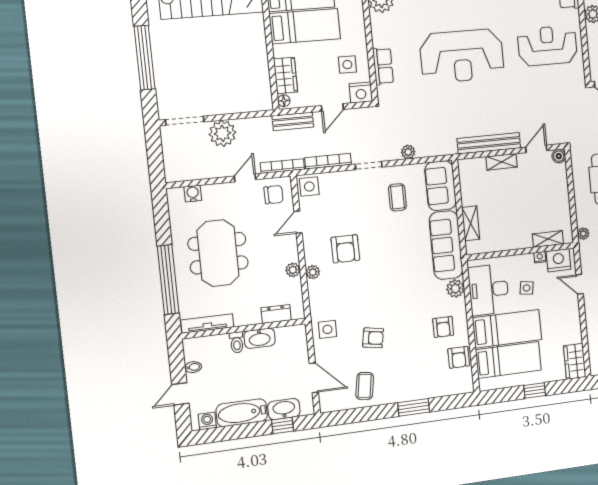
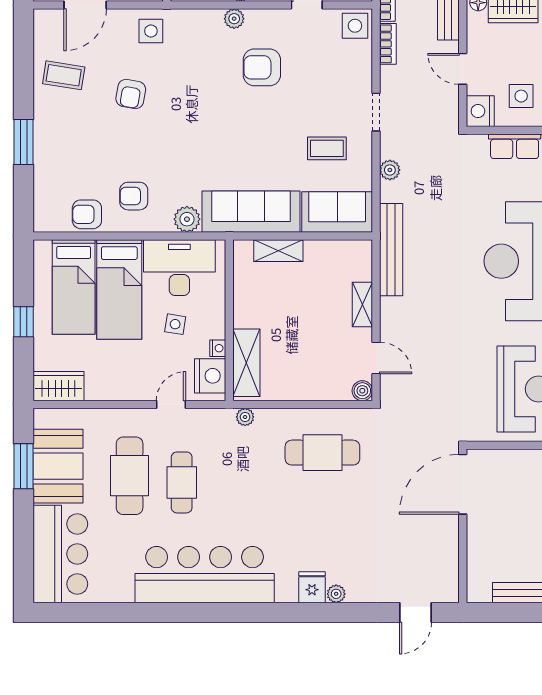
bench: (489, 143) -> (391, 250), moved
bookcase: (328, 161) -> (388, 44), width x0.64
shelving: (548, 239) -> (246, 363), width x1.50, depth x1.33

